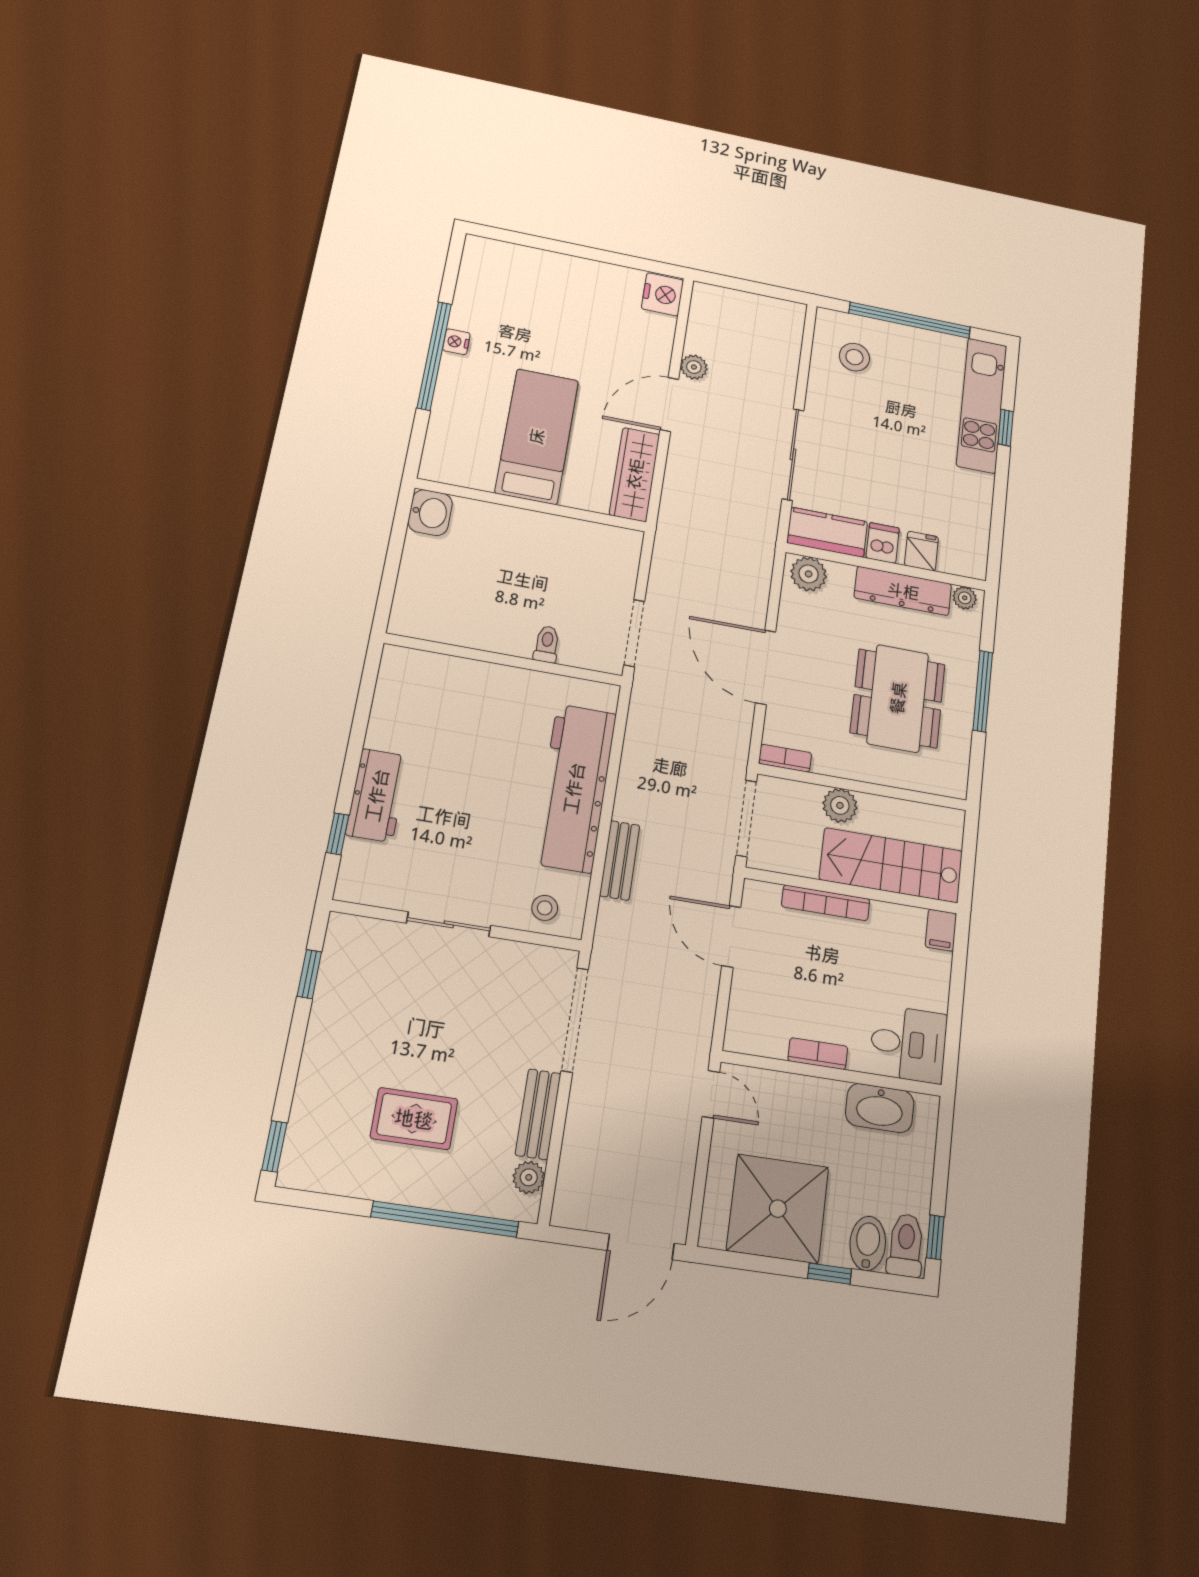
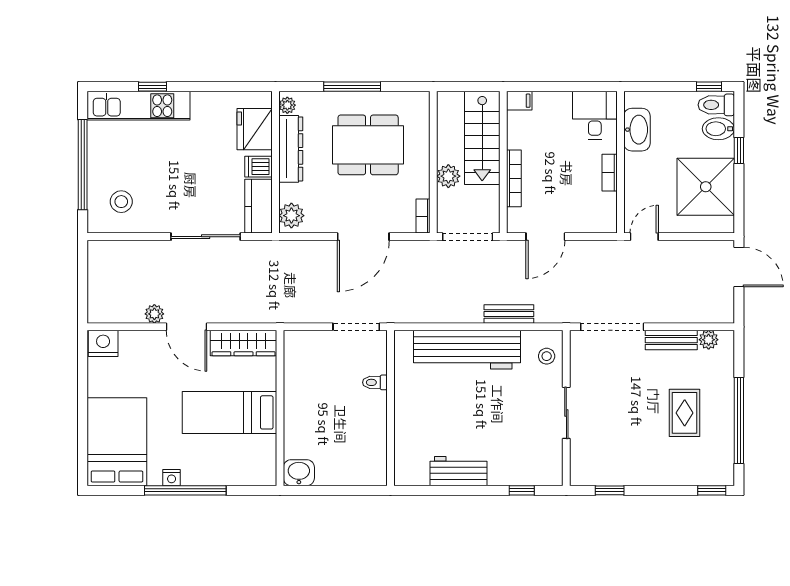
bed: (521, 283) -> (117, 442), added
fridge: (921, 551) -> (255, 129), width x1.88, depth x1.34
workbench: (377, 795) -> (458, 471), moved
window: (445, 1219) -> (739, 421), moved

